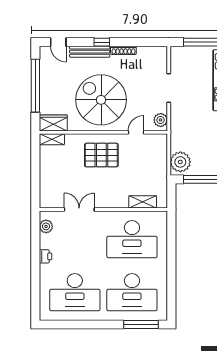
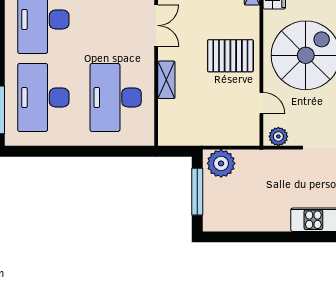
pallet: (101, 155) -> (230, 56), turned 90
shelving: (143, 202) -> (166, 80), moved

